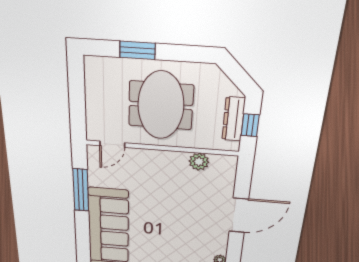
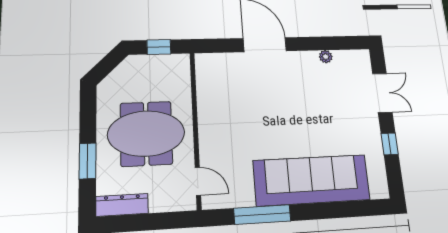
dresser: (233, 119) -> (122, 205), moved, turned 180
plant: (199, 162) -> (206, 90), removed

